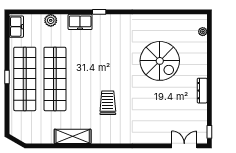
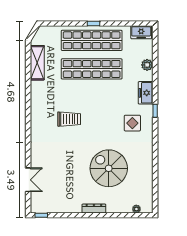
display table: (112, 36) -> (132, 123), added
spiral stairs: (160, 61) -> (109, 168), turned 90
dresser: (202, 91) -> (94, 209), moved
shelving: (73, 136) -> (37, 63), moved
double door: (184, 146) -> (28, 180), moved

